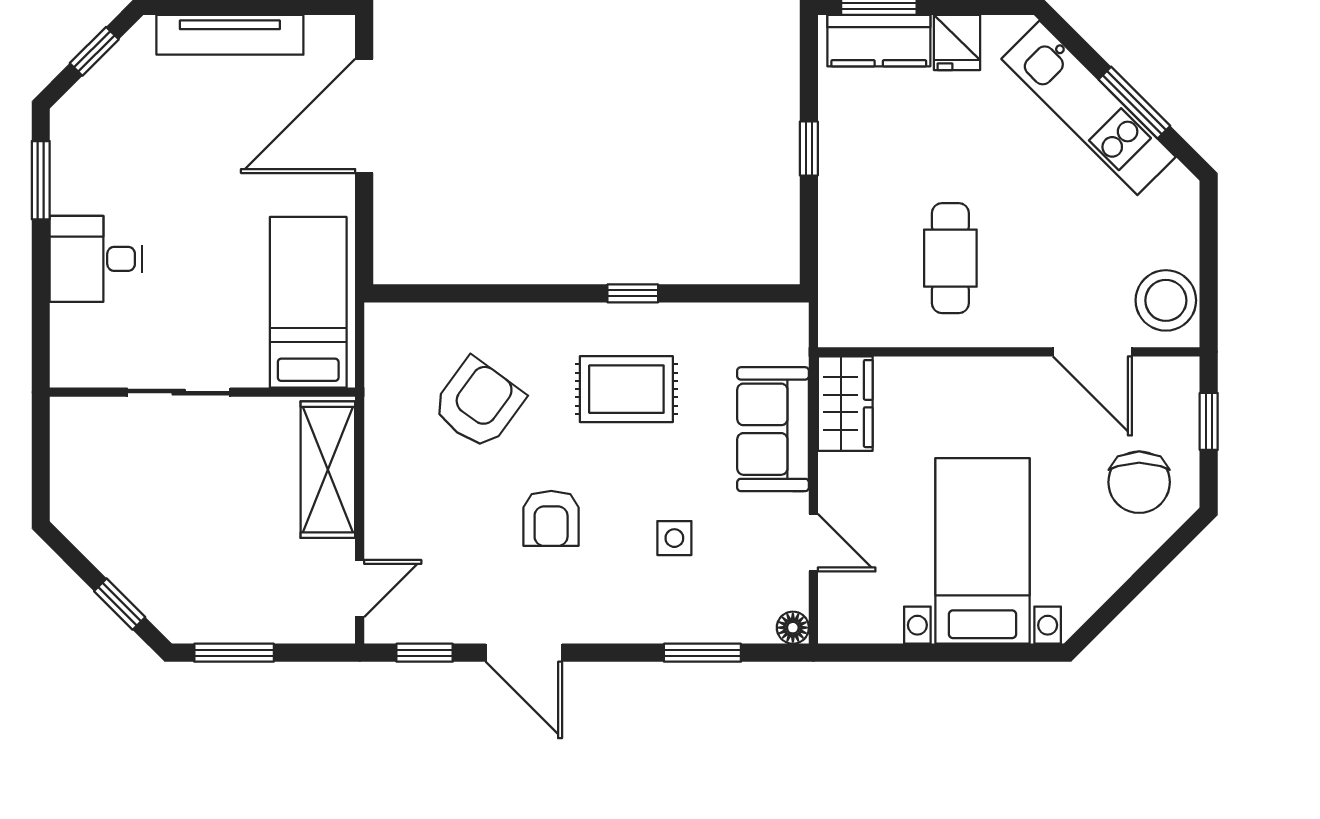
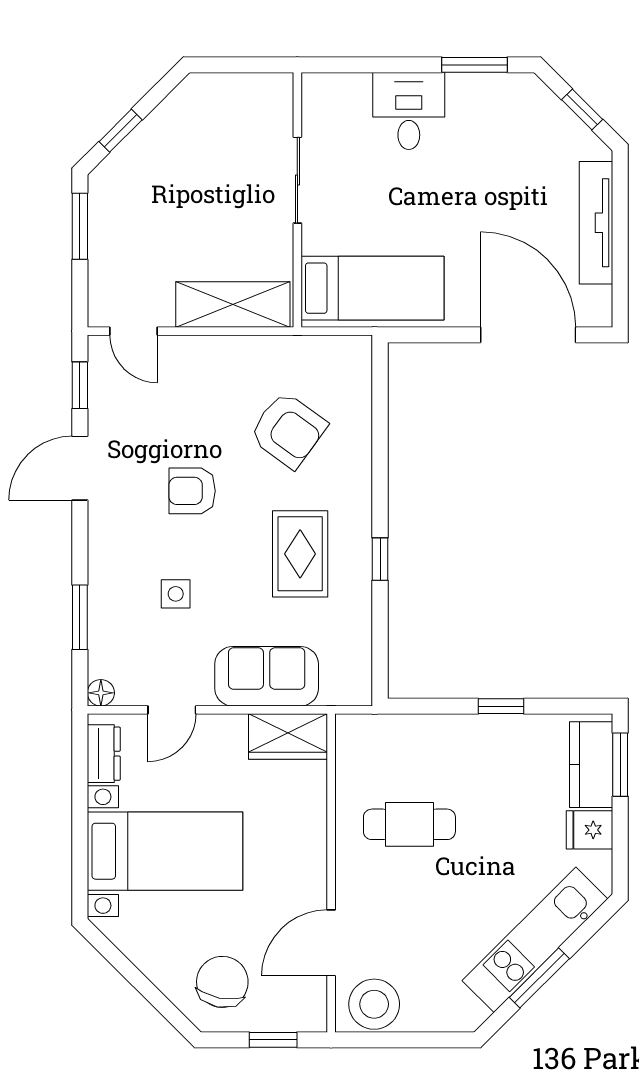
chair: (1139, 482) -> (222, 982), turned 101
dresser: (866, 624) -> (104, 754), added

